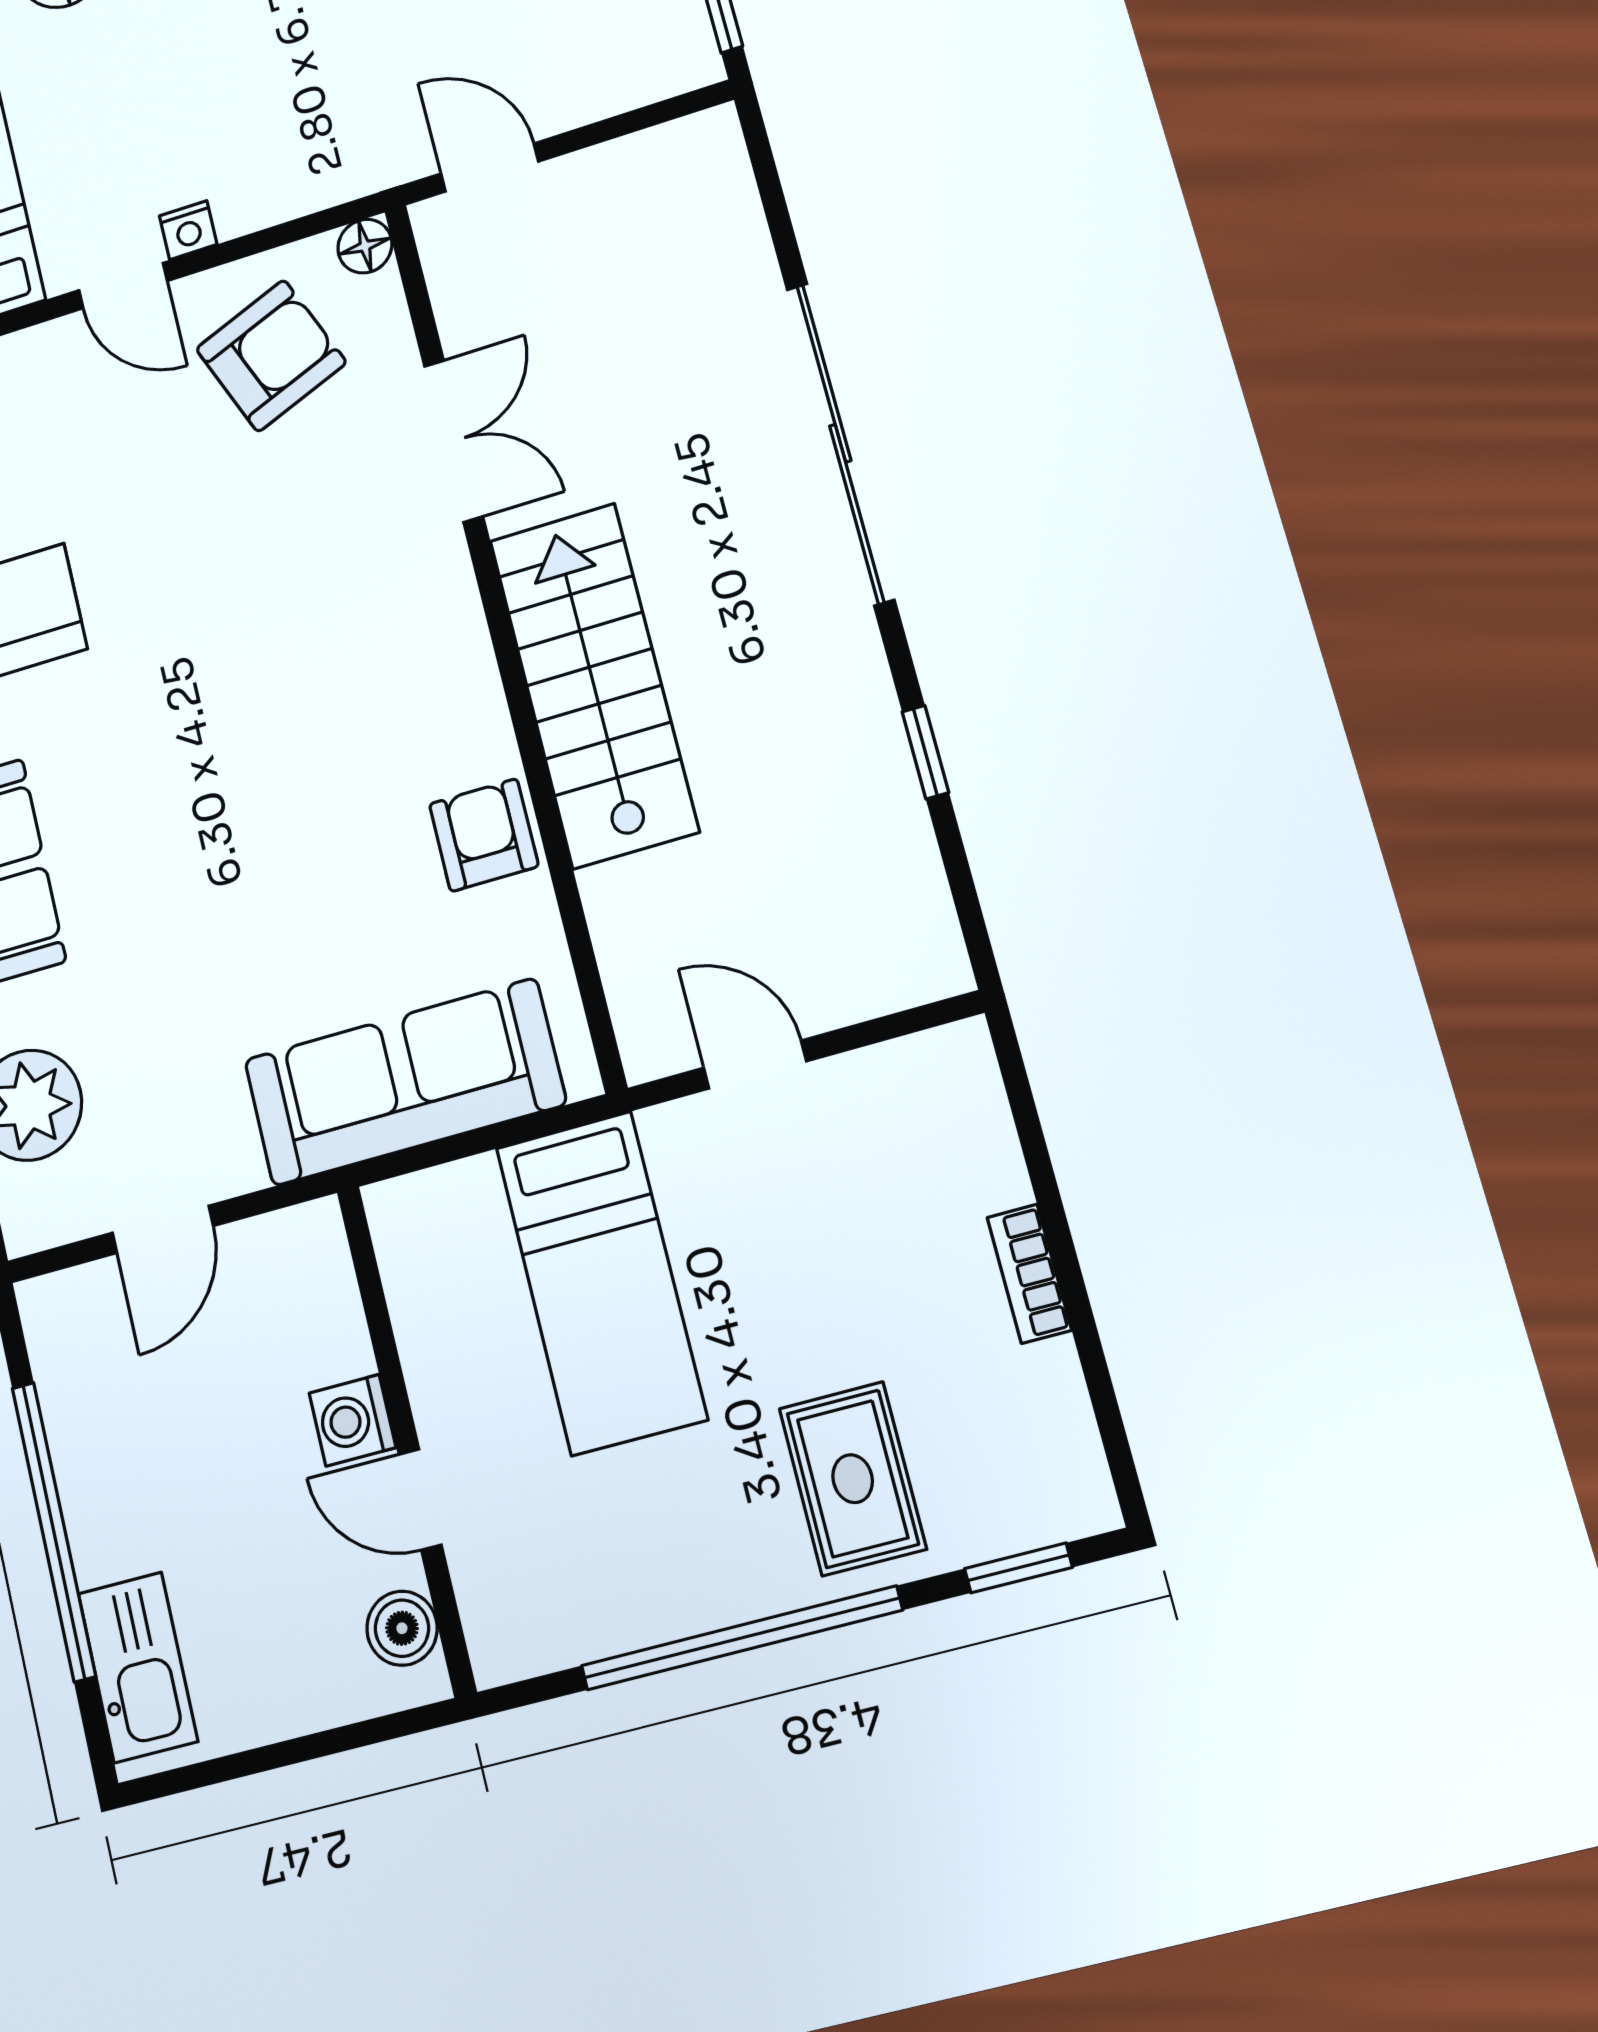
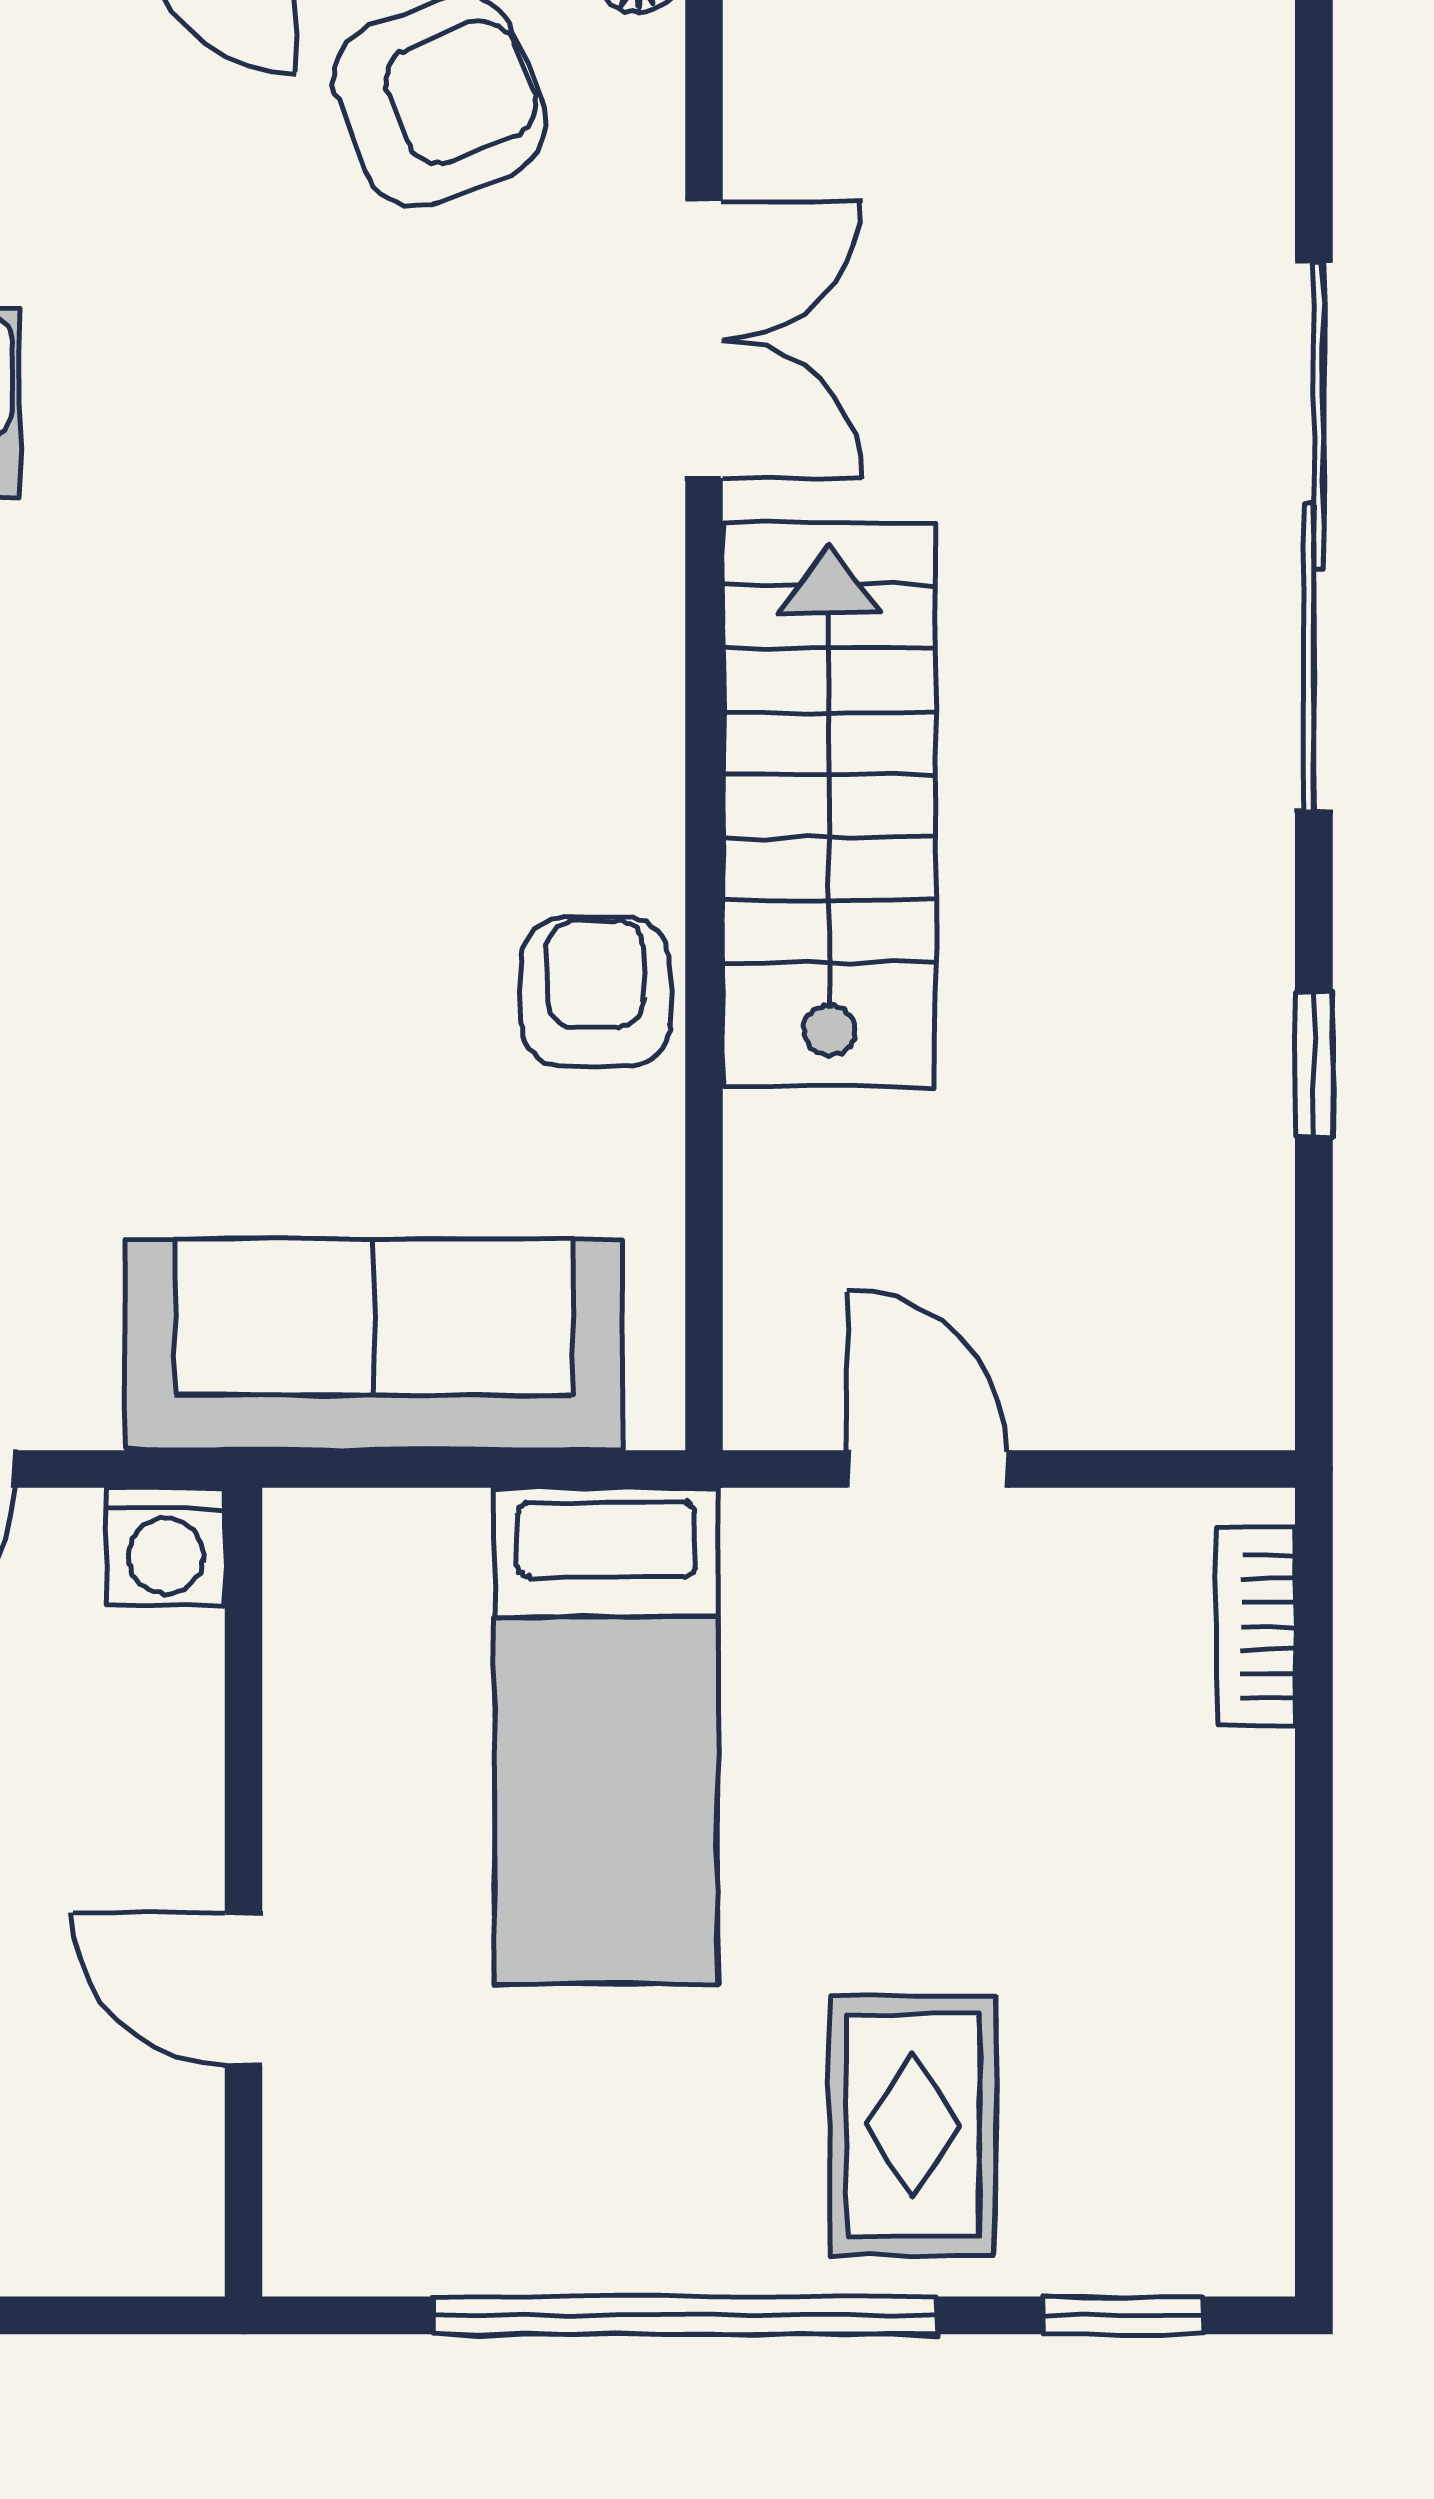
bookcase: (1029, 1274) -> (1256, 1627), moved
washing machine: (353, 1420) -> (166, 1547), moved, turned -90
boiler: (402, 1628) -> (168, 2174), removed

